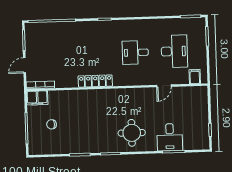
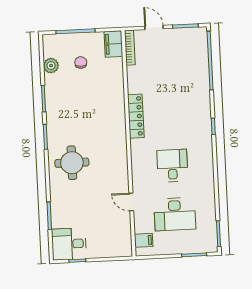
desk: (170, 137) -> (69, 244), moved
plant: (54, 148) -> (51, 66), added

